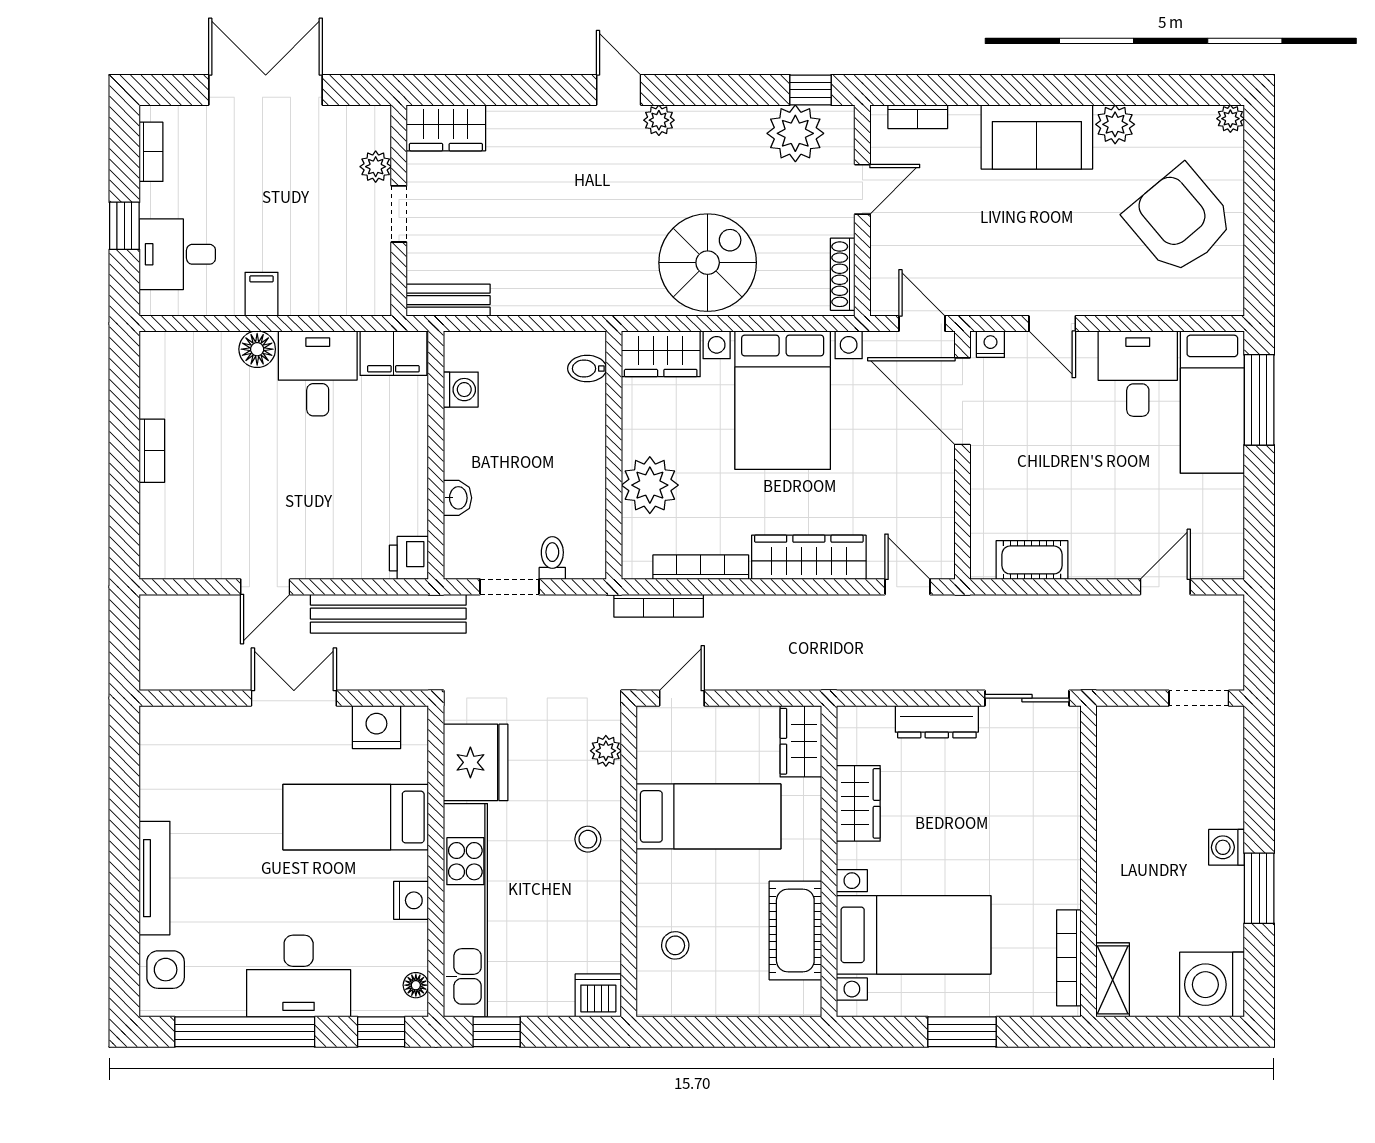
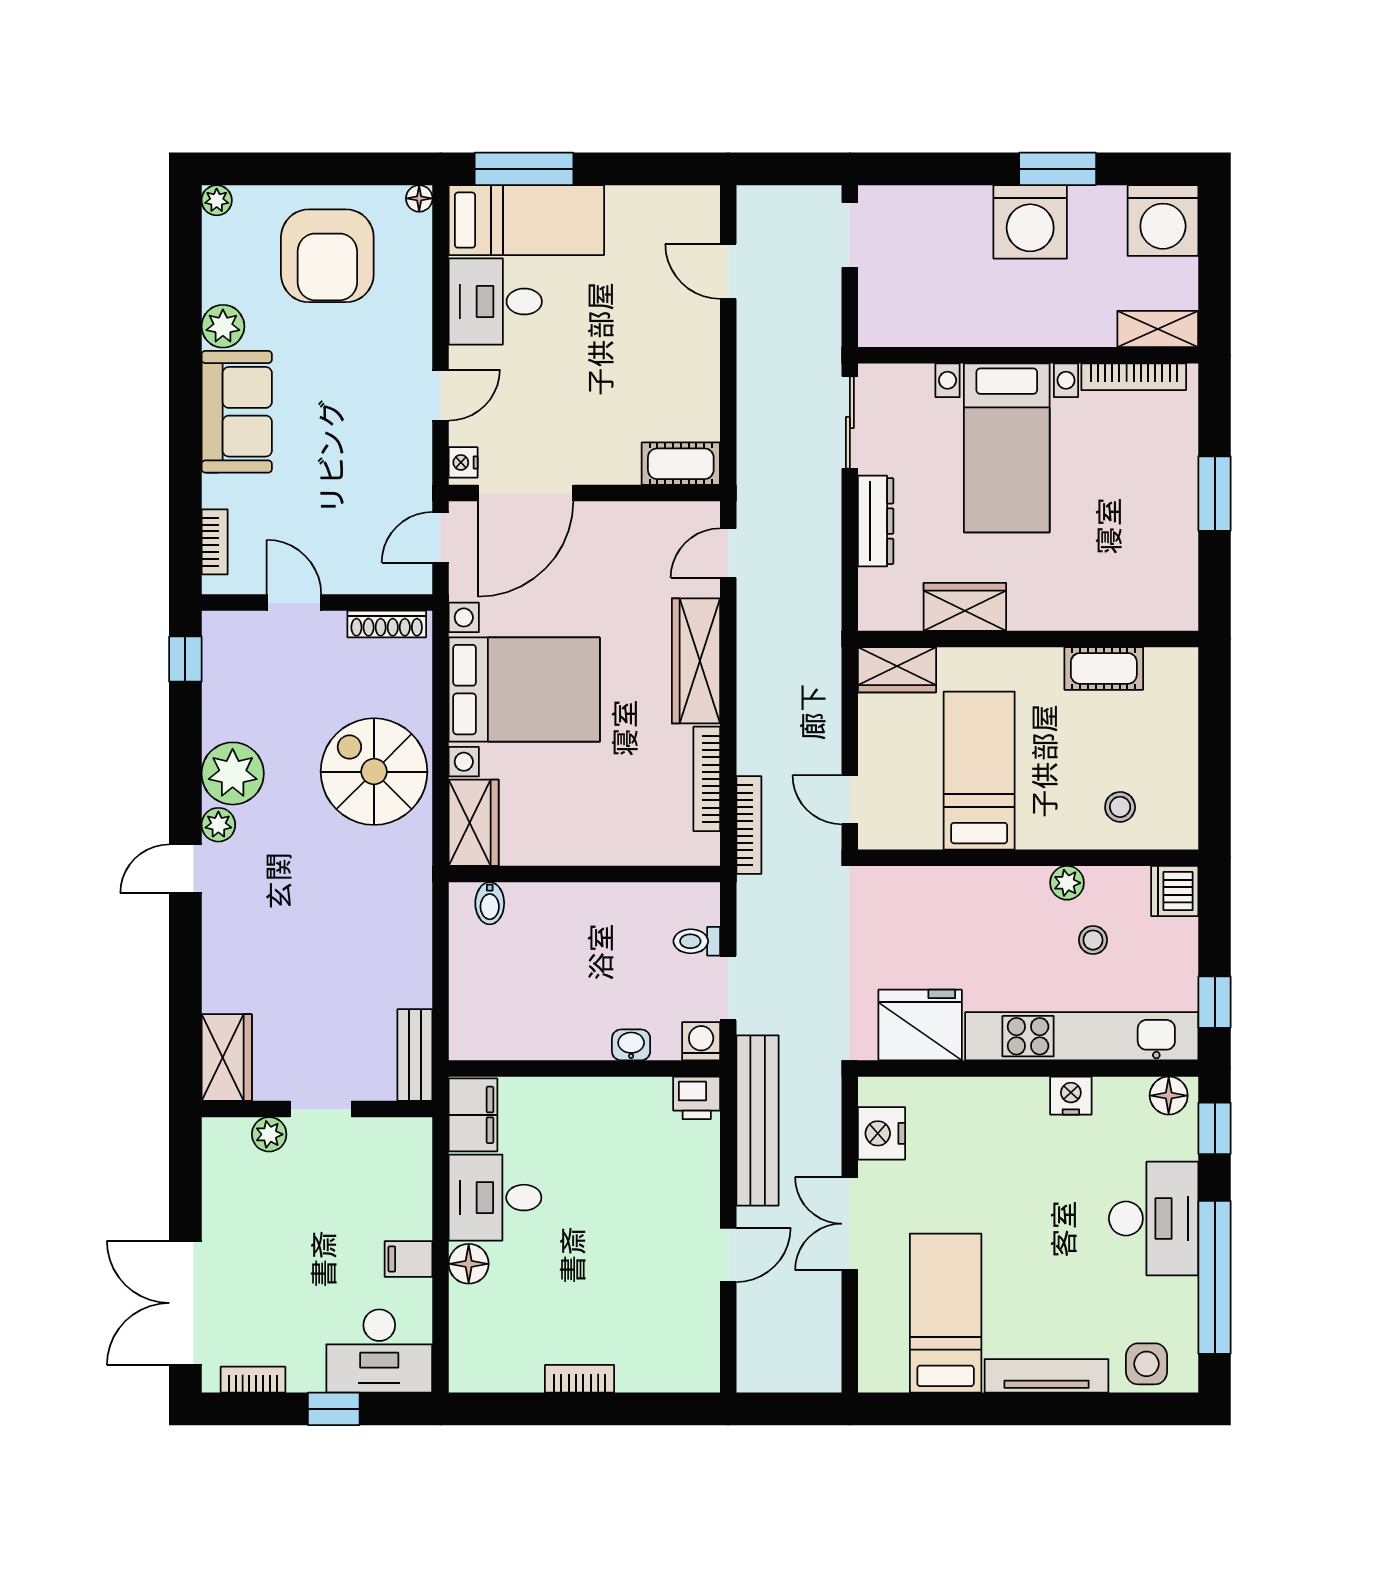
double door: (266, 90) -> (185, 1303), moved
plant: (795, 133) -> (233, 773), moved
armchair: (1180, 220) -> (327, 256), turned -50
desk: (177, 254) -> (379, 1351), width x1.37
floor lamp: (1232, 304) -> (419, 198), added
washing machine: (461, 390) -> (701, 1041), moved
plant: (650, 485) -> (617, 835), removed
cot: (1032, 560) -> (681, 464), moved, turned 90
door: (265, 587) -> (728, 1255), hinge flipped
plant: (606, 751) -> (1067, 883), moved
bed: (356, 817) -> (946, 1313), moved, turned 180
stool: (588, 839) -> (1093, 940), moved
washing machine: (1226, 847) -> (1030, 222), width x1.89, depth x1.89
cot: (795, 930) -> (1104, 668), width x0.73, depth x0.75
bed with nightstands: (914, 935) -> (1007, 448), moved, turned 180
floor lamp: (416, 985) -> (1169, 1096), width x1.37, depth x1.37

